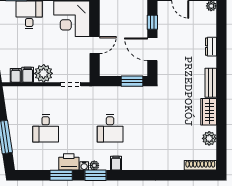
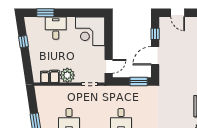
door: (95, 45) -> (109, 66), moved
door: (152, 49) -> (155, 56), hinge flipped

